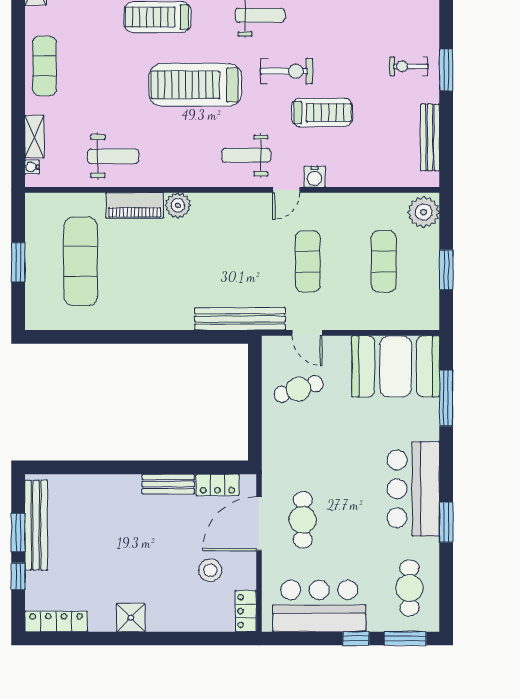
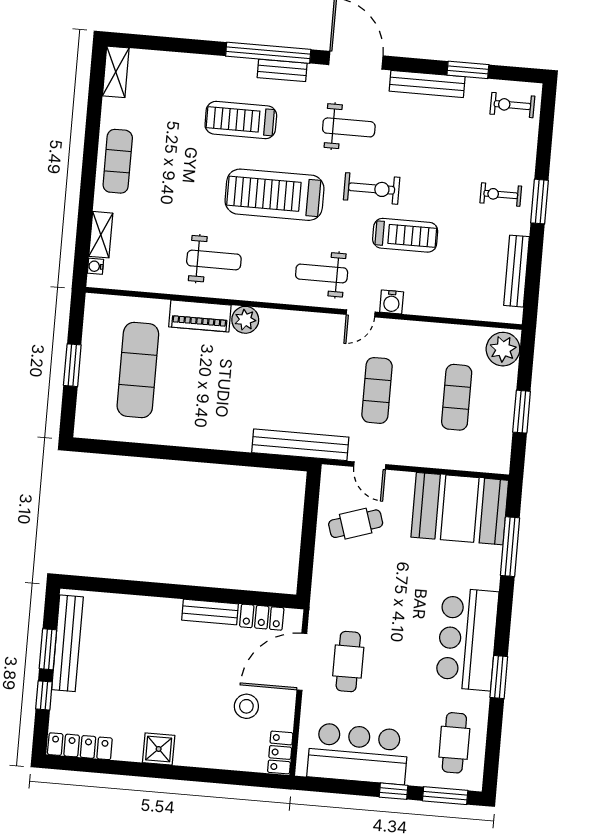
weight bench: (113, 156) -> (214, 260), moved

